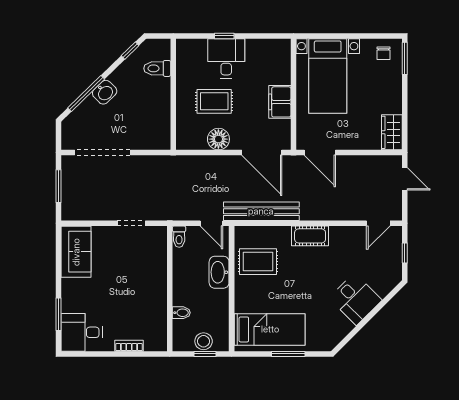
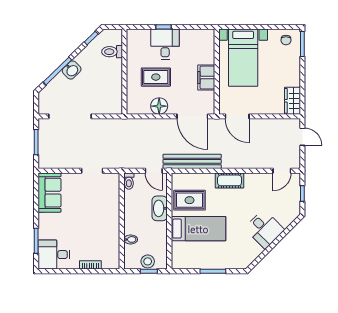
bed: (270, 329) -> (198, 229), moved

